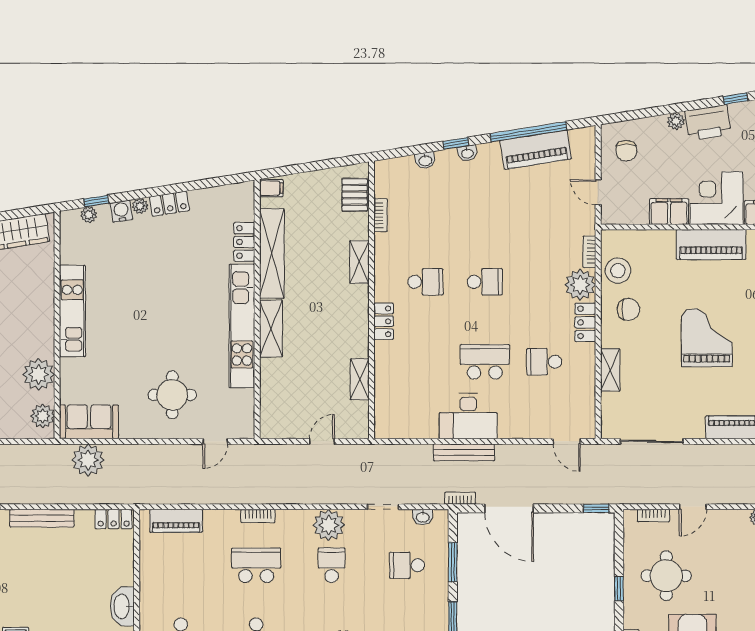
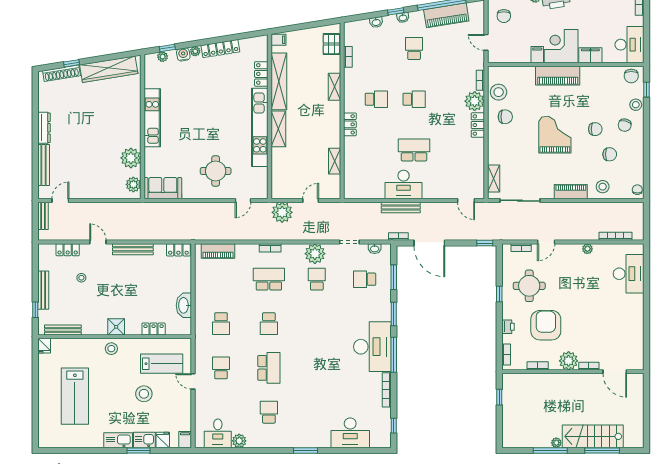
locker: (169, 204) -> (220, 49), width x1.53
filing cabinet: (669, 212) -> (537, 55), width x0.50
school desk: (544, 362) -> (414, 49), moved, turned 90
shelving: (610, 370) -> (494, 178), moved
plant: (88, 460) -> (282, 212), moved

